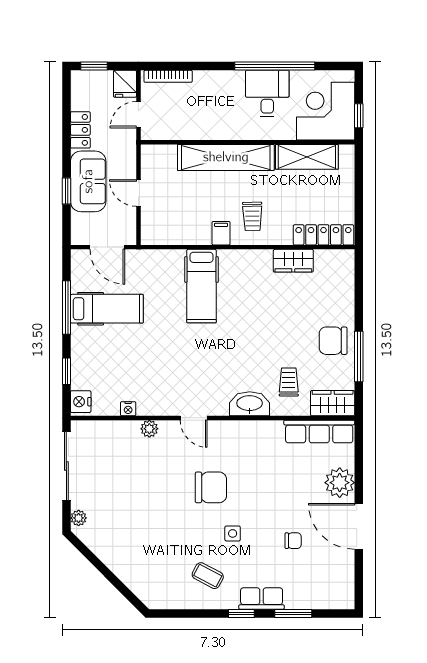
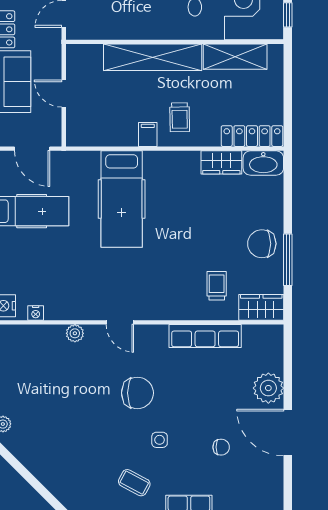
hospital bed: (201, 286) -> (122, 199), width x1.37, depth x1.29
washbasin: (250, 404) -> (263, 163), moved, turned 180
nightstand: (128, 409) -> (36, 313), moved
row of seats: (319, 431) -> (205, 336), moved

